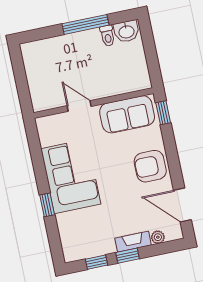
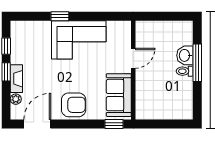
window: (85, 24) -> (197, 63), moved
washbasin: (126, 31) -> (185, 55), moved
toilet: (107, 36) -> (185, 71), moved
armchair: (150, 166) -> (74, 105), turned 90

